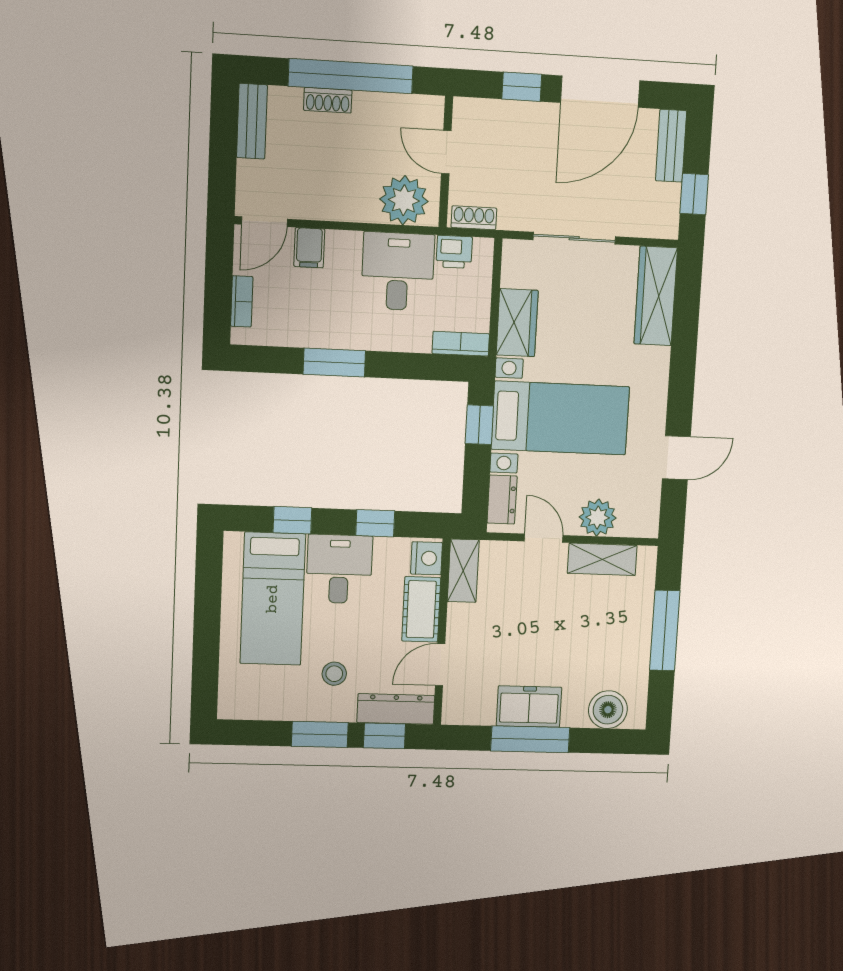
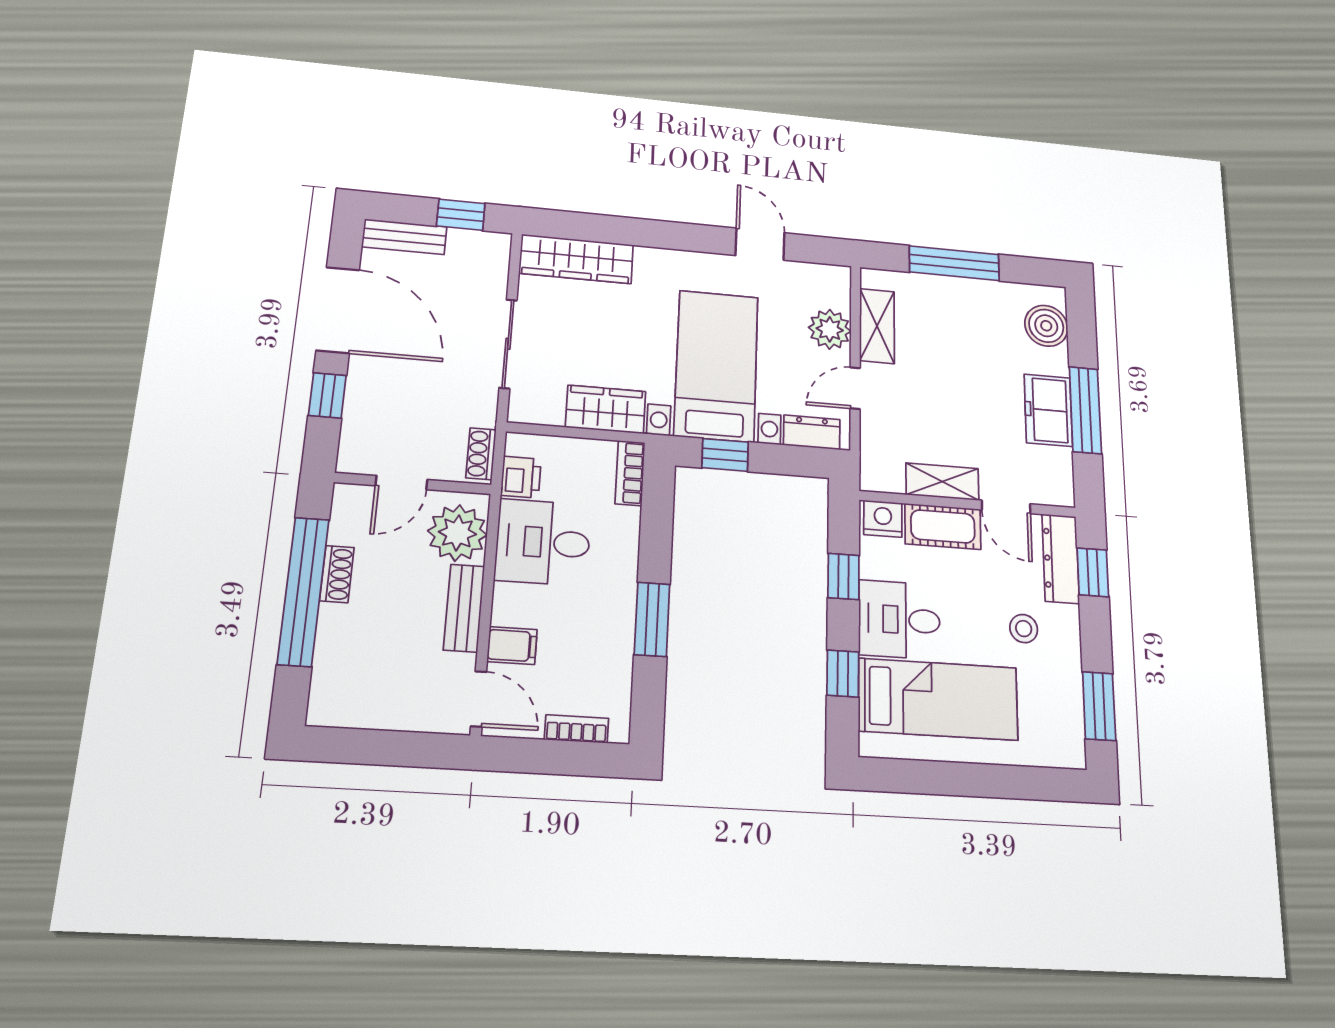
shoe rack: (328, 100) -> (337, 574), moved
bench: (252, 121) -> (464, 608), moved, turned 90
shelving: (463, 571) -> (942, 482), moved
window: (320, 734) -> (1099, 706), moved

